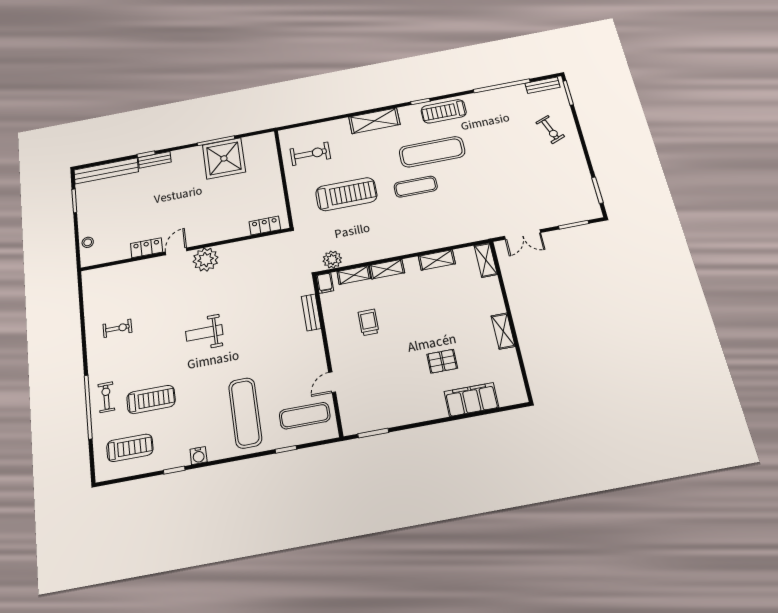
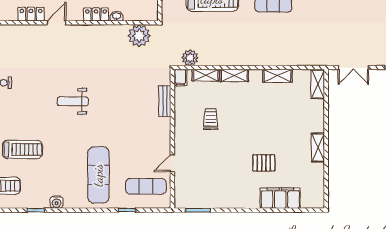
locker: (265, 226) -> (96, 15), moved
washbasin: (242, 232) -> (116, 16), added
plant: (206, 260) -> (139, 36), moved

